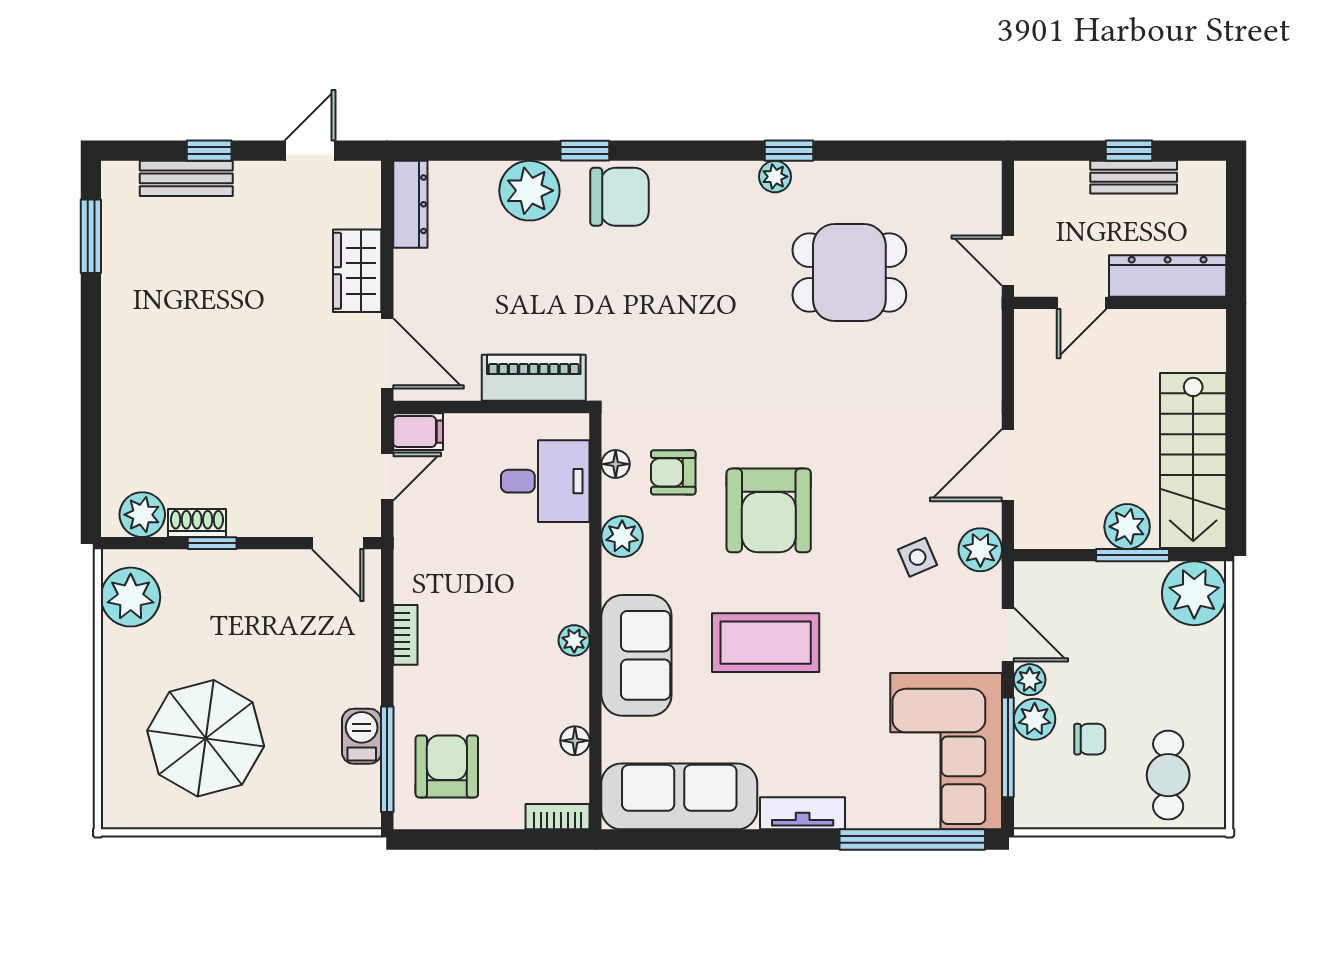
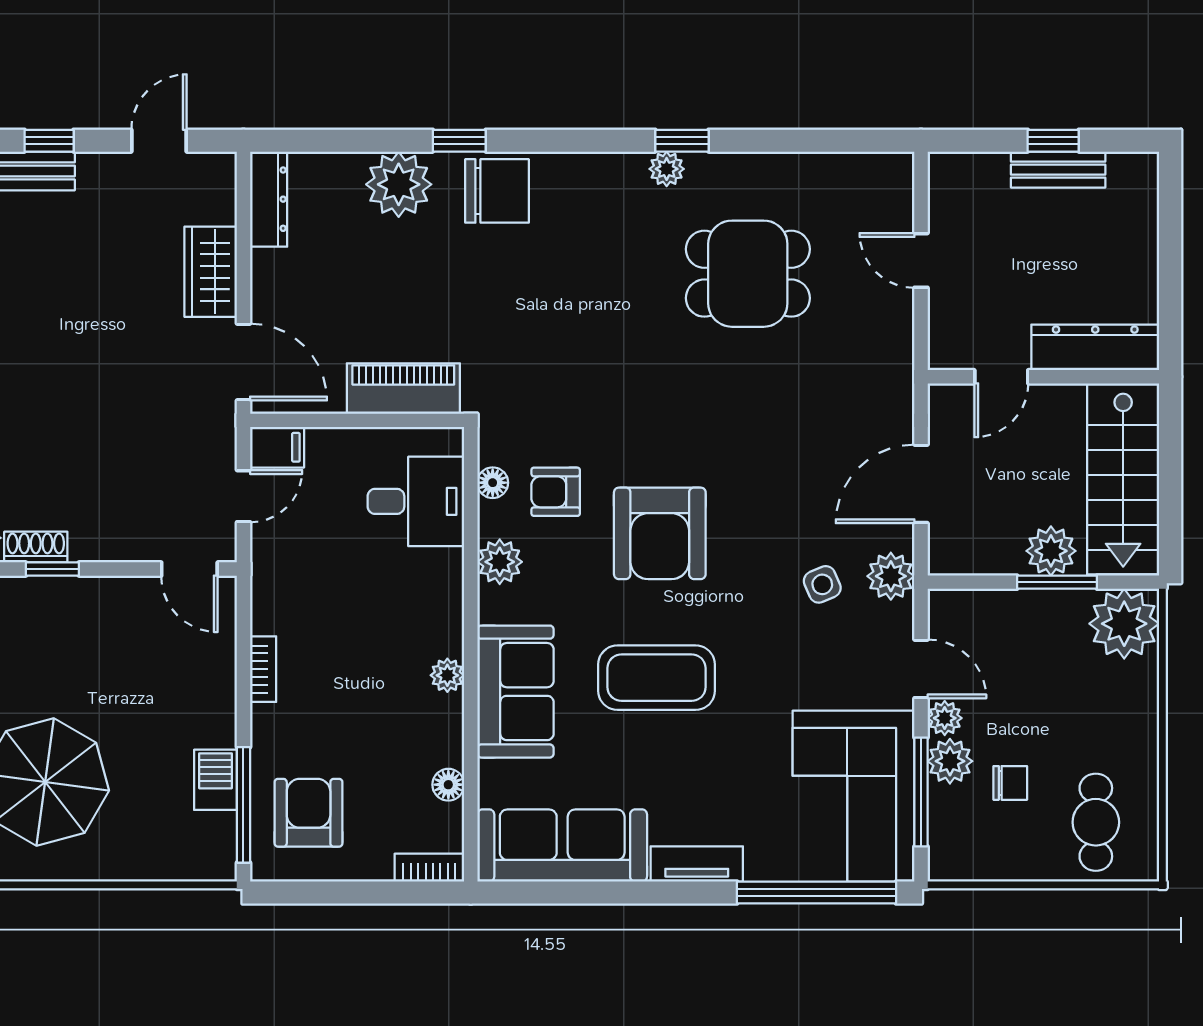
dresser: (1168, 276) -> (1095, 347), moved
door: (1082, 303) -> (1001, 377), moved
wall: (1120, 303) -> (1043, 377), moved

